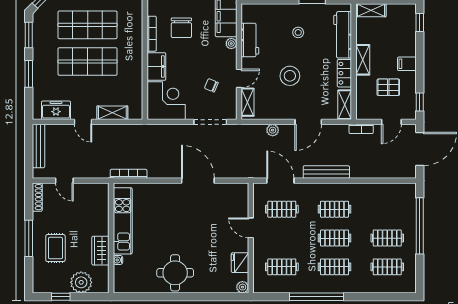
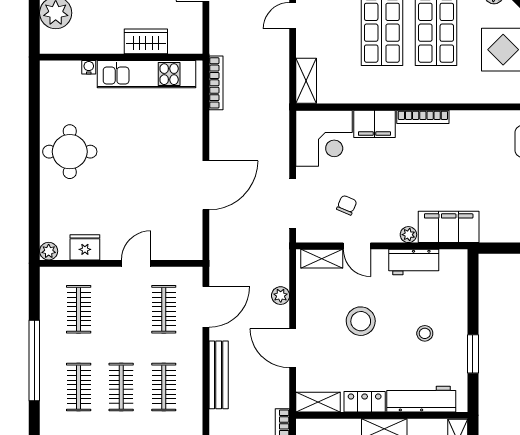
chair: (181, 28) -> (432, 161), removed
shelving: (112, 113) -> (306, 81), moved
wardrobe: (100, 251) -> (146, 41), moved

